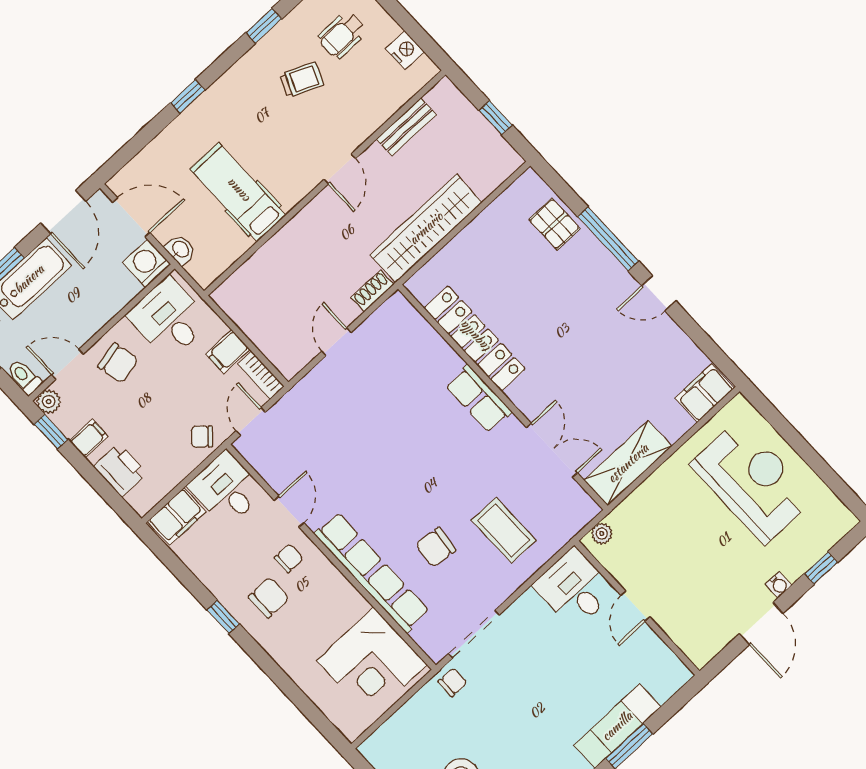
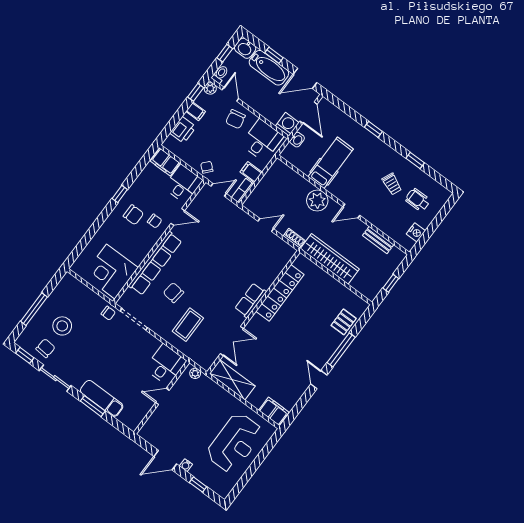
plant: (307, 232) -> (317, 201), added

